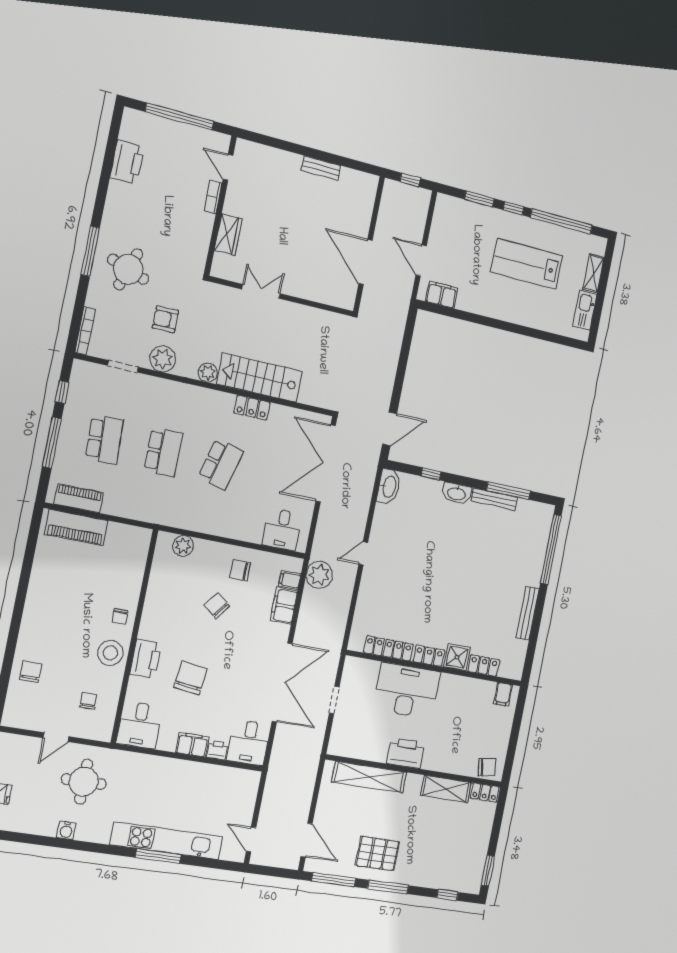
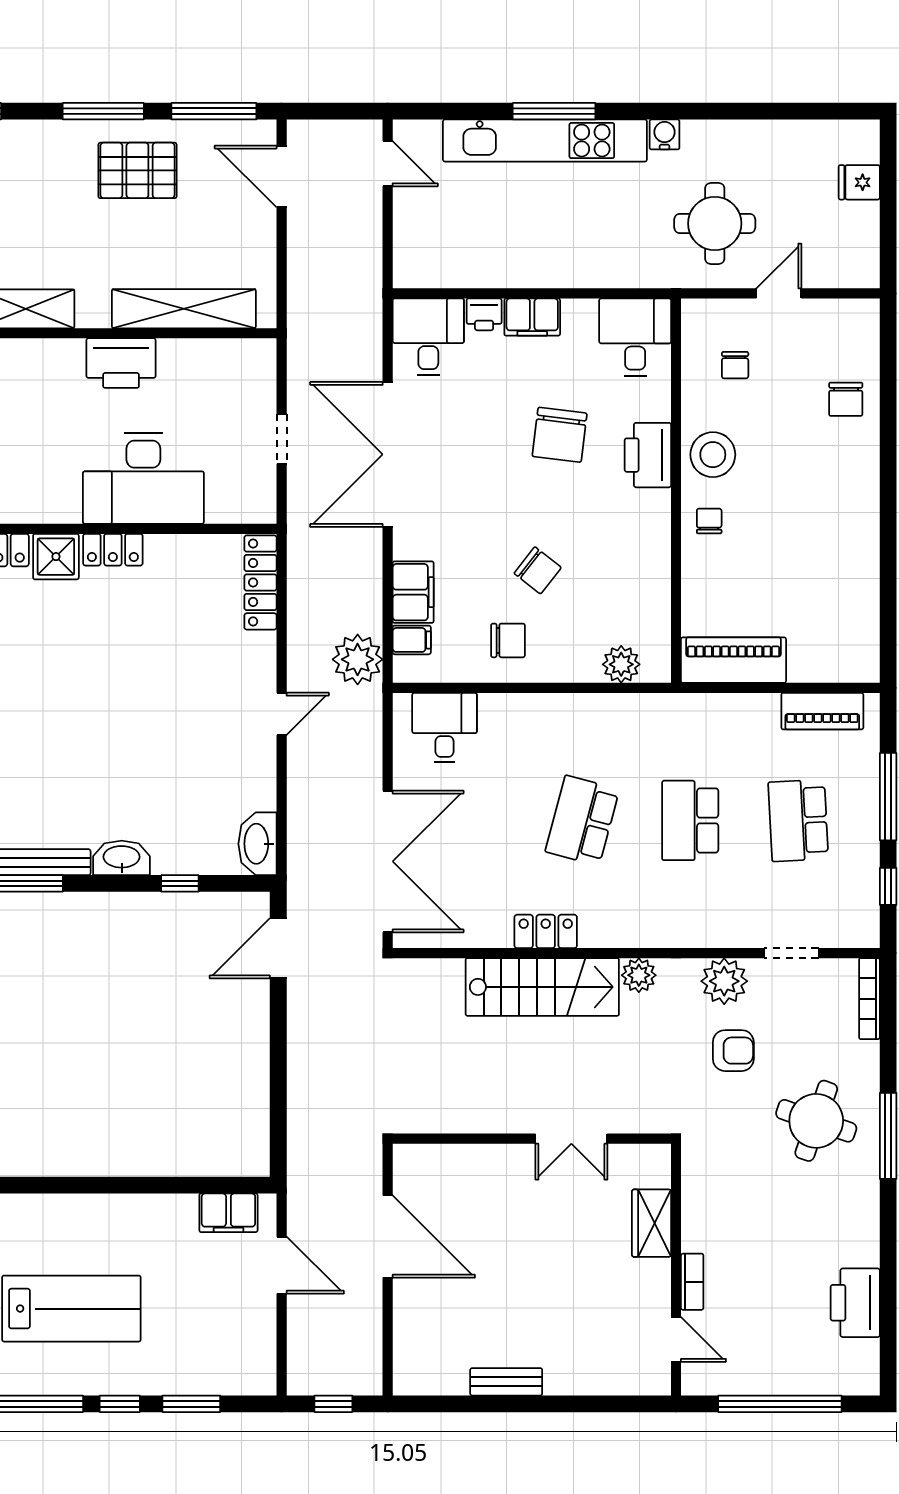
piano: (76, 528) -> (733, 660), moved
locker: (389, 648) -> (260, 582), moved, turned 90
water cooler: (66, 830) -> (665, 134), moved

